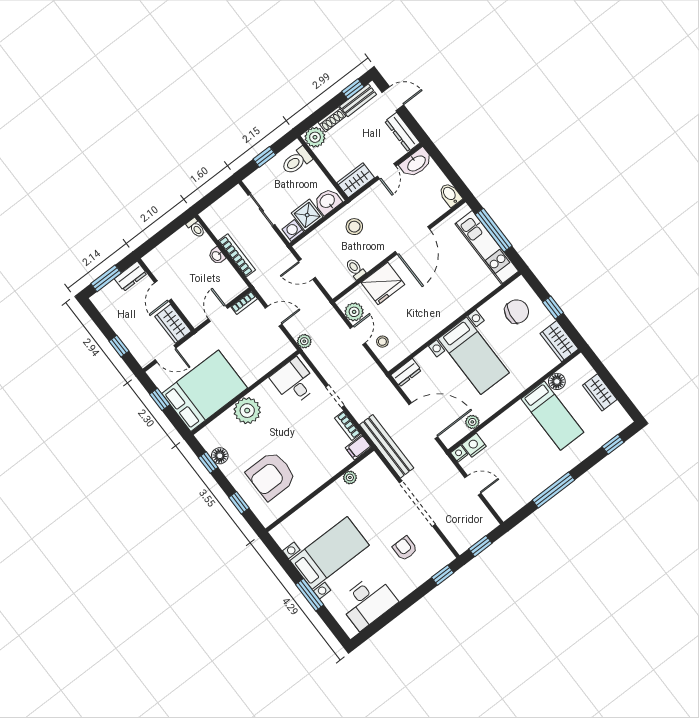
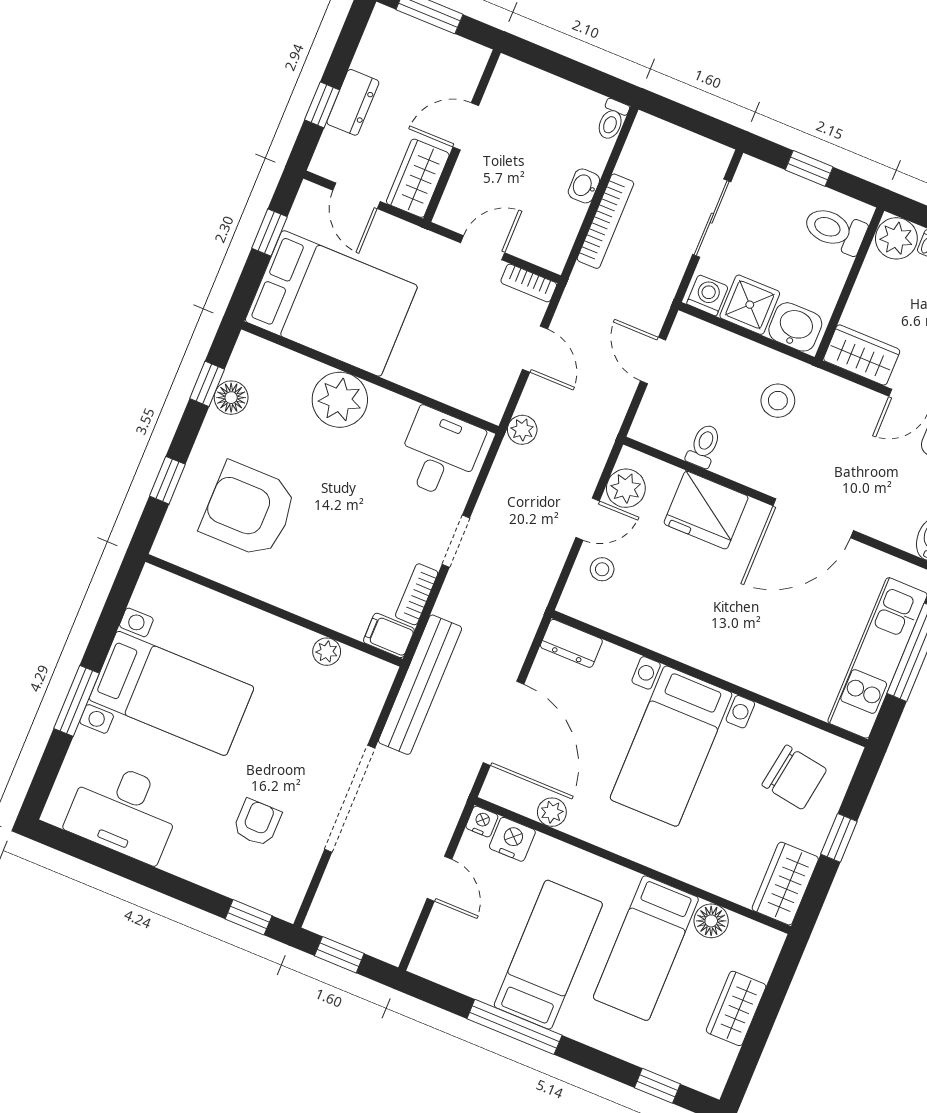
dresser: (131, 276) -> (353, 102), moved, turned -90
bed: (531, 458) -> (548, 955), added

